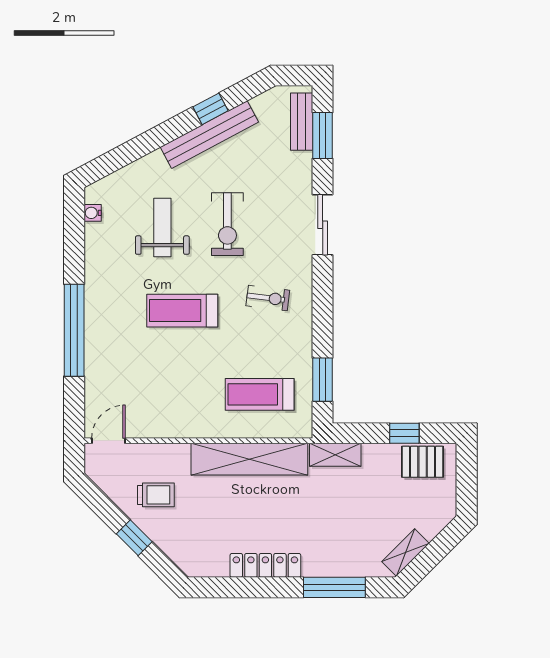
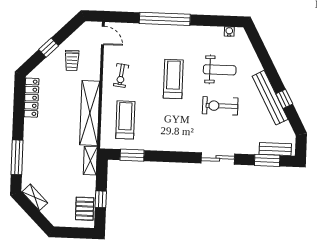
exercise bike: (268, 298) -> (121, 76), moved
locker: (265, 565) -> (31, 98), moved

